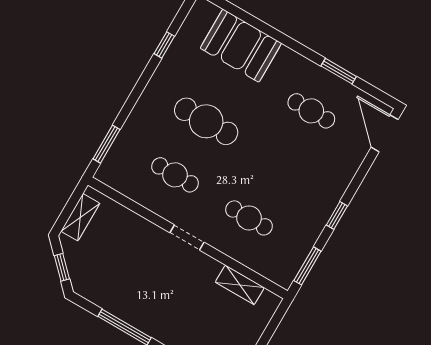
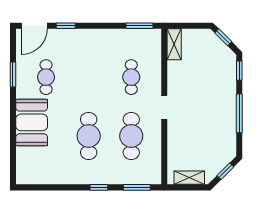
window: (164, 45) -> (99, 187), moved
booth: (241, 46) -> (32, 122), moved
cafe table: (175, 175) -> (131, 136), width x1.37, depth x1.35
window: (337, 215) -> (66, 26), moved
shelving: (240, 285) -> (174, 44), moved

